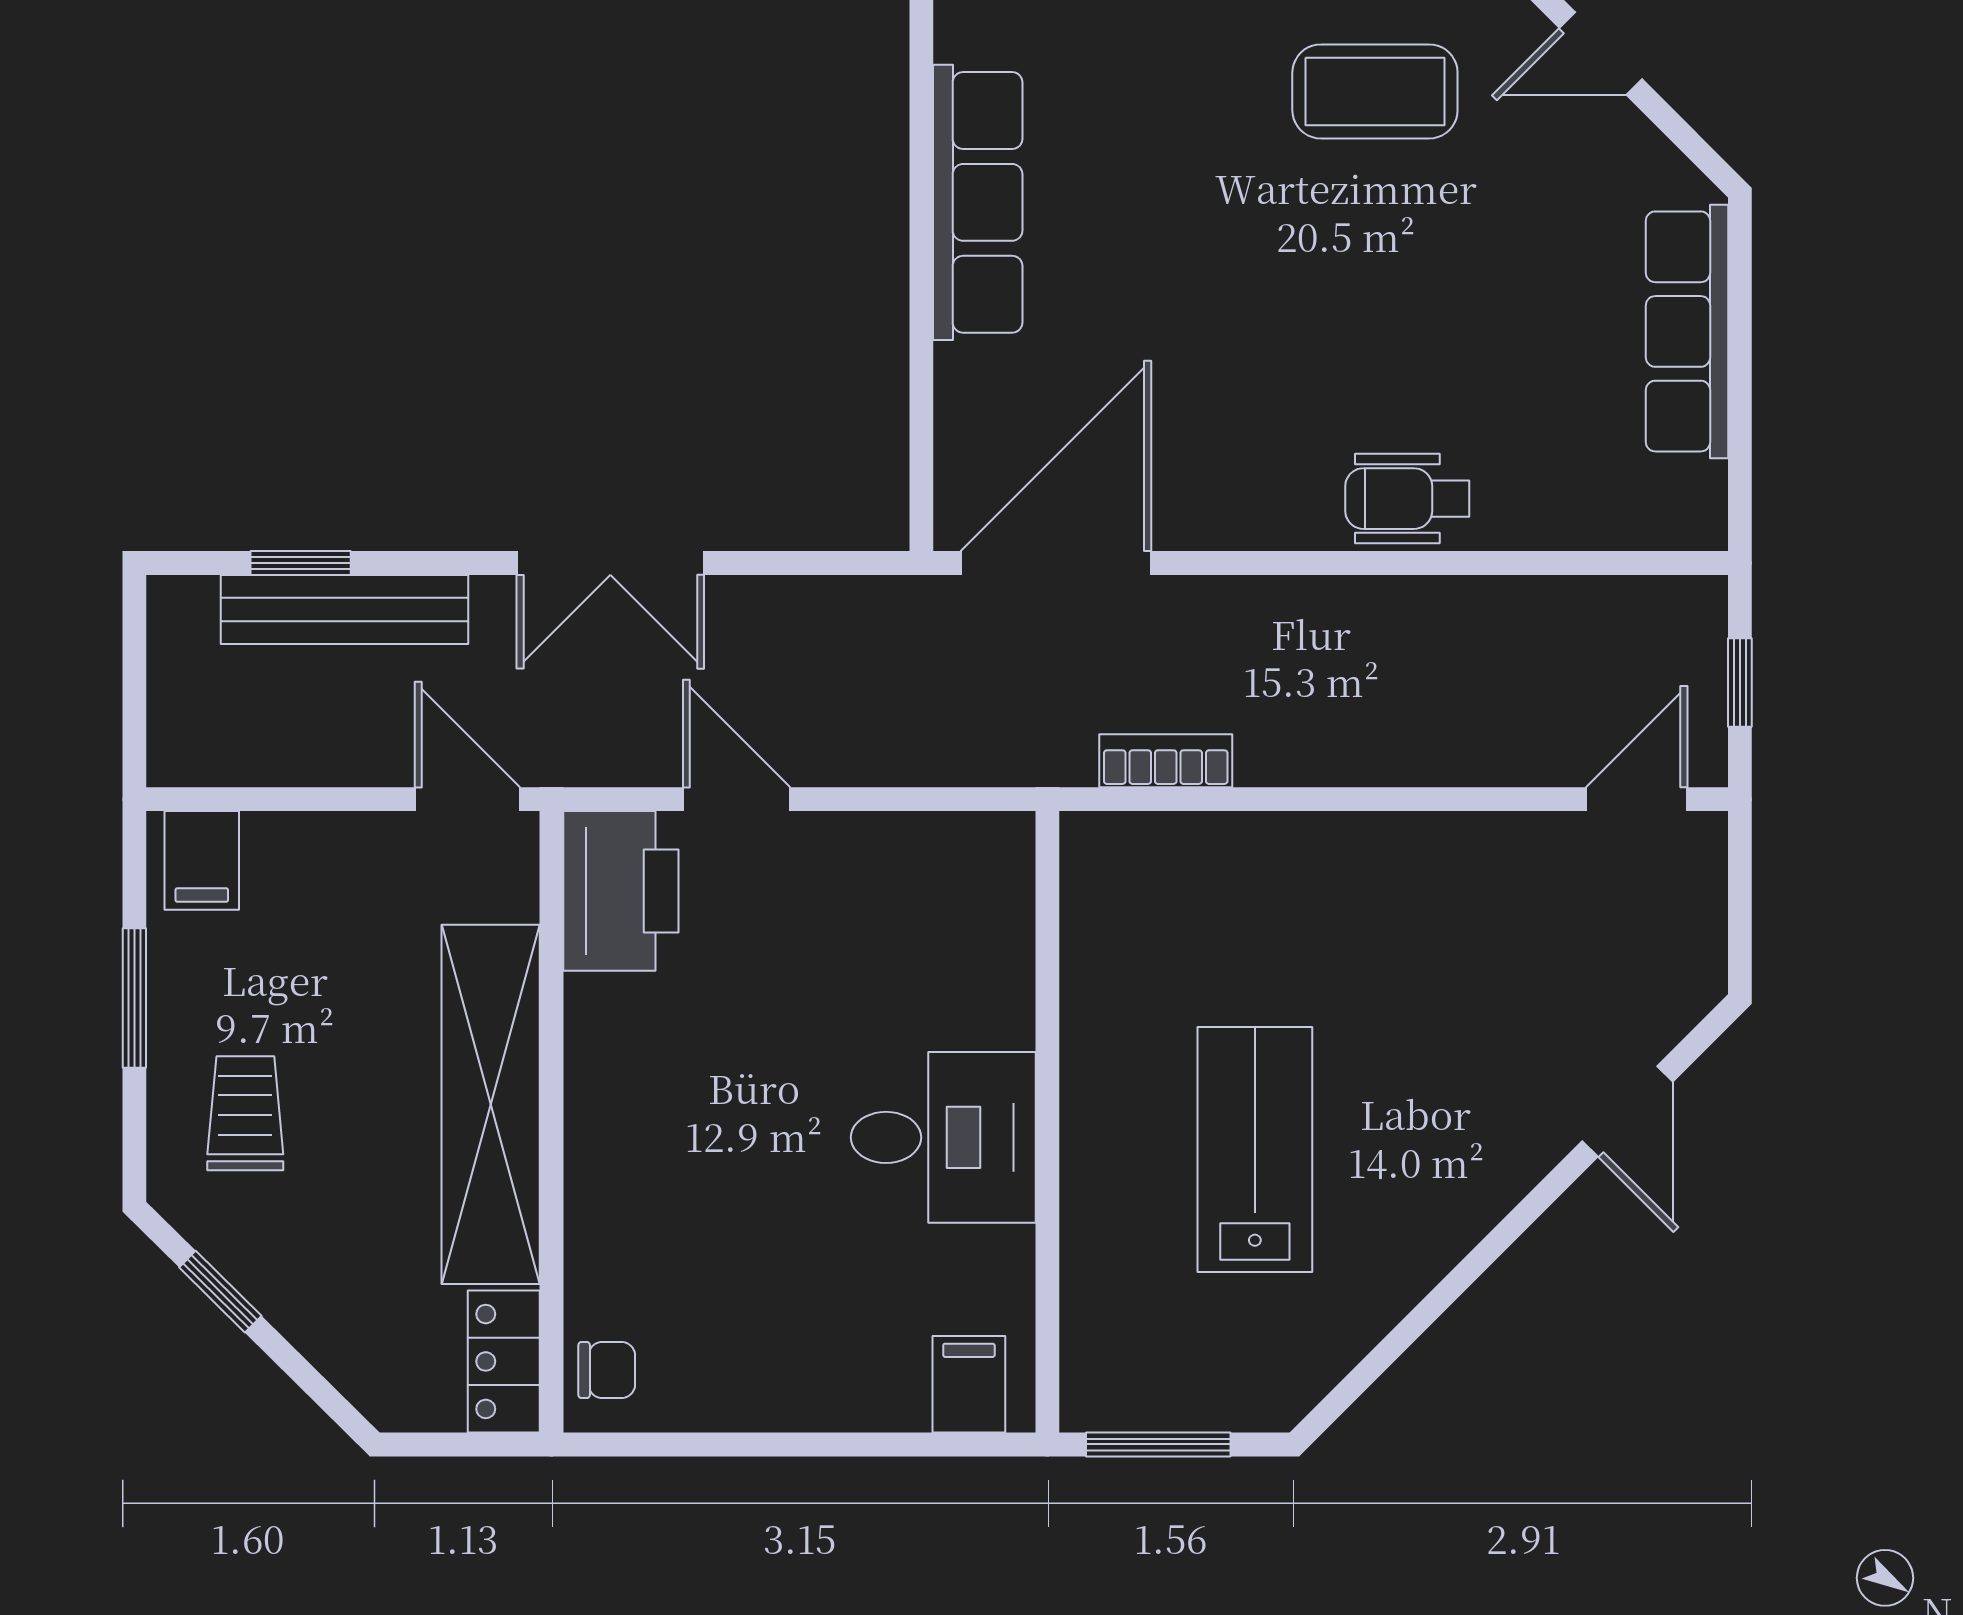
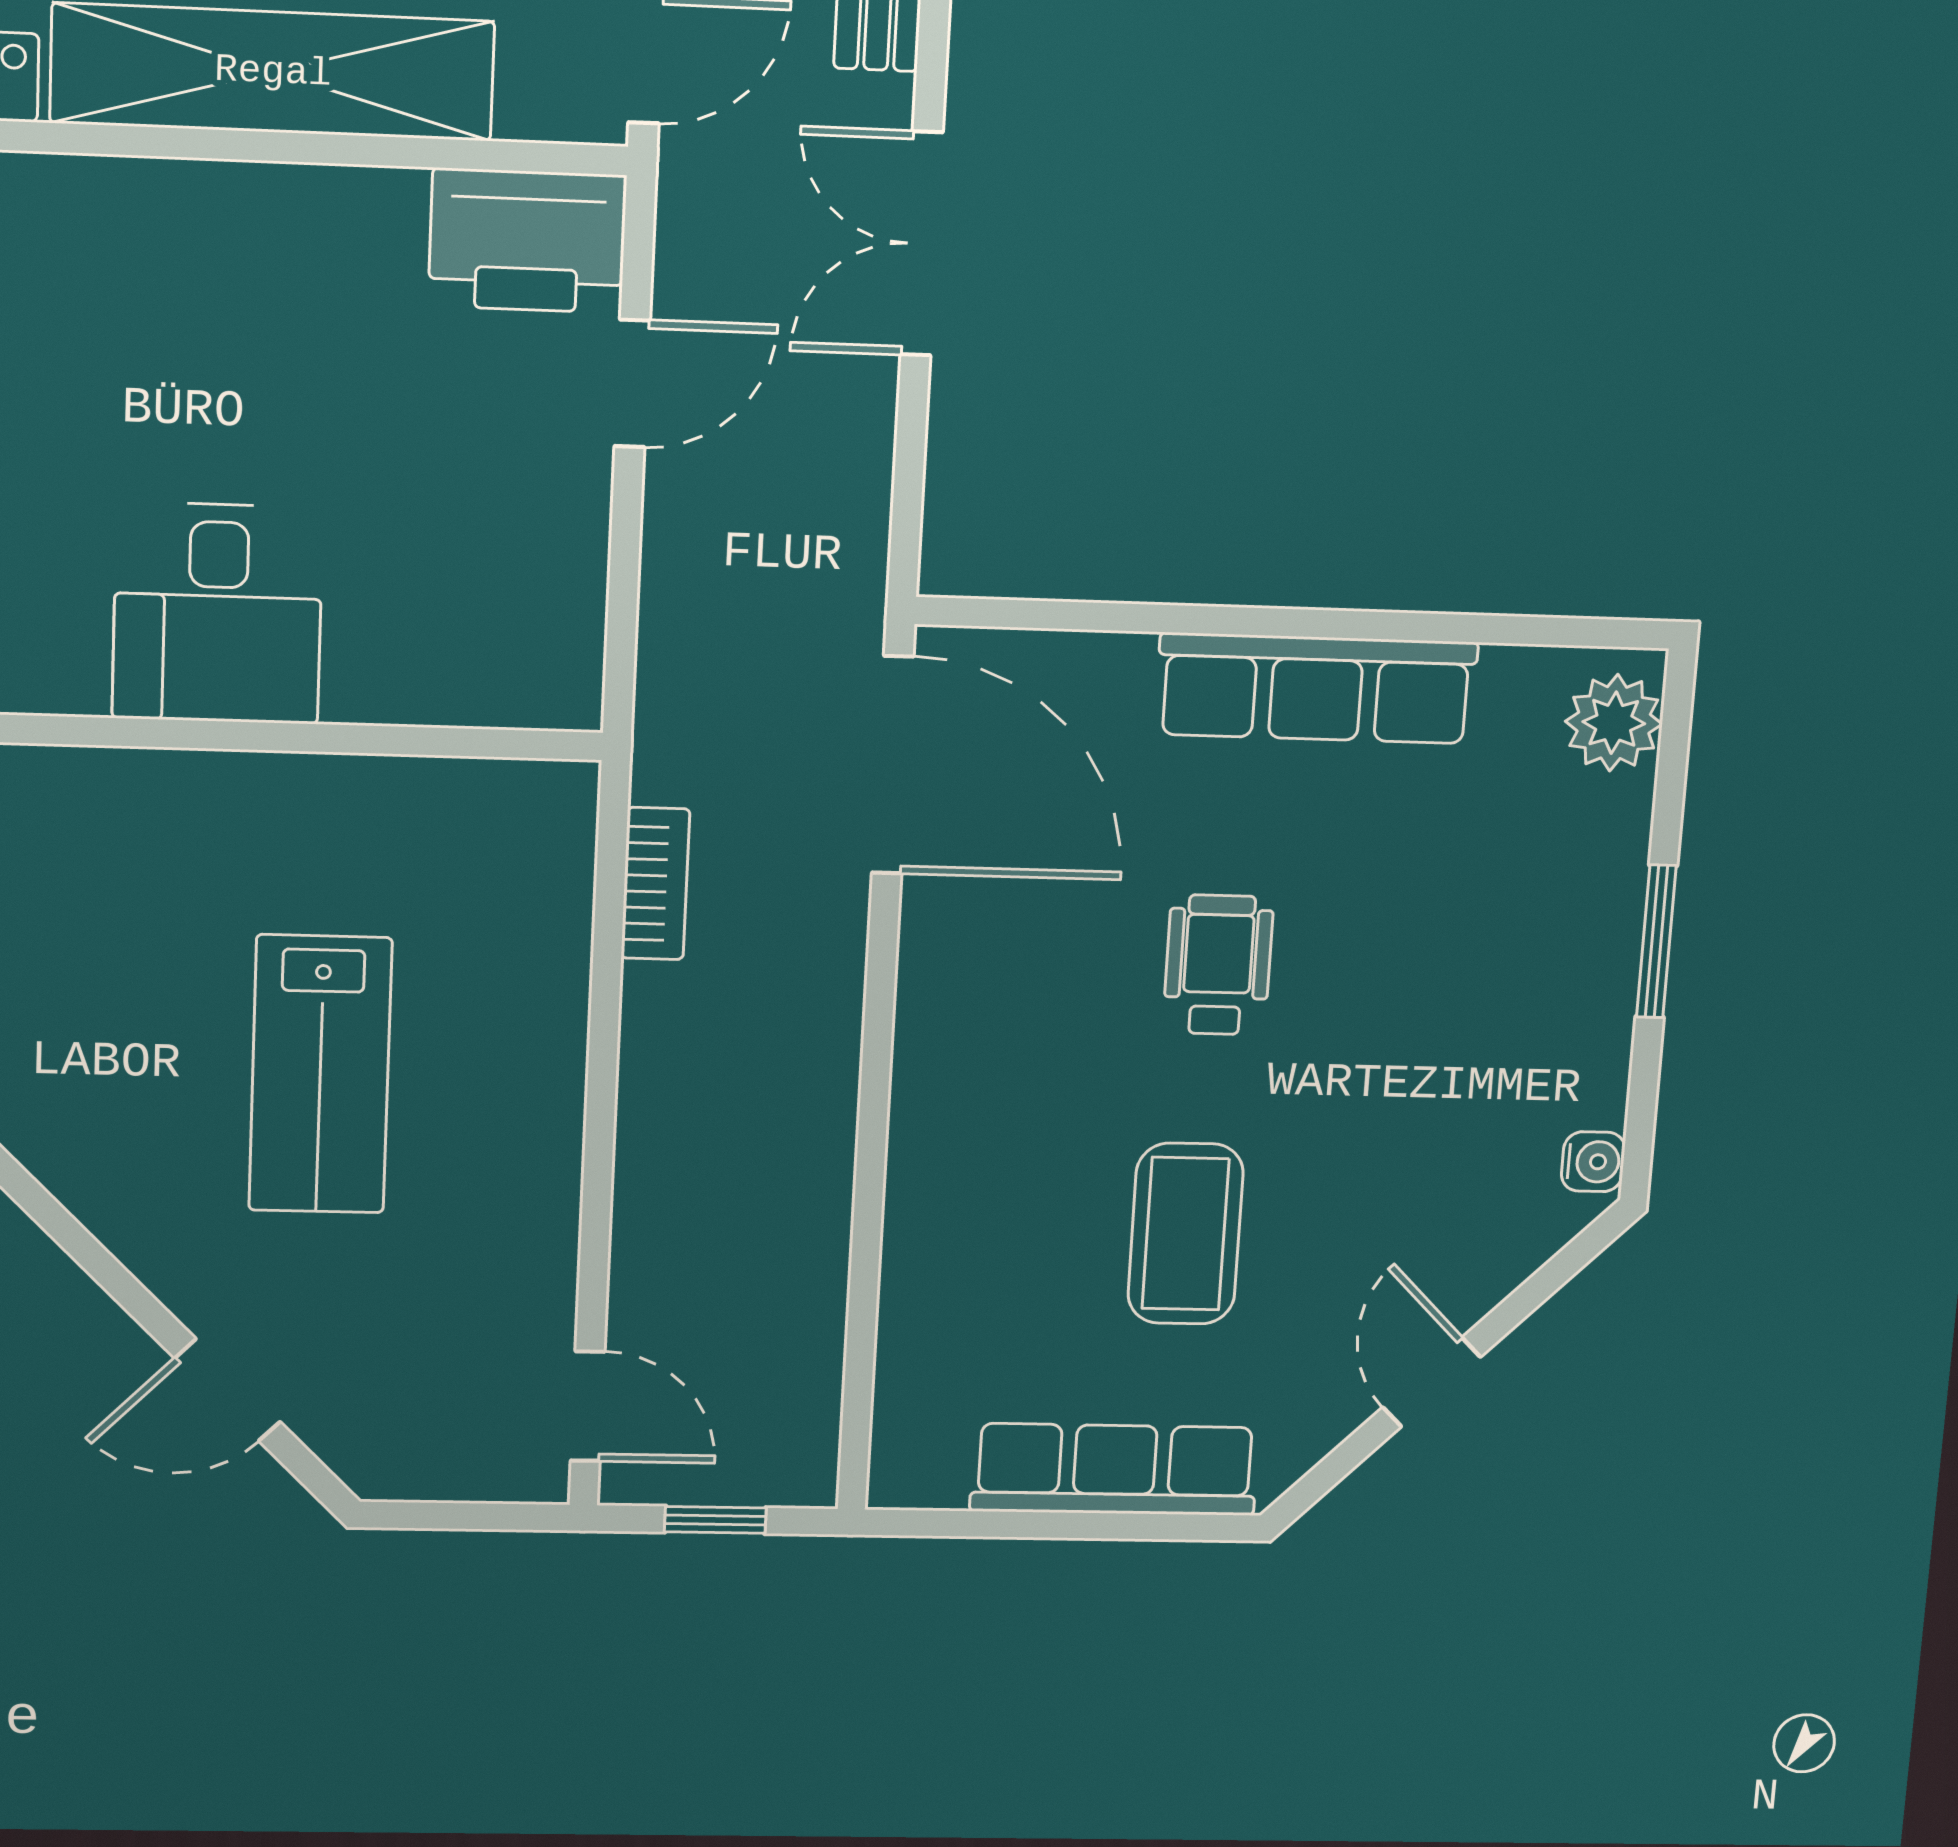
coffee table: (1375, 91) -> (1186, 1234), moved
wheelchair: (1407, 499) -> (1218, 965), moved
lab bench: (1255, 1150) -> (320, 1074), moved, turned 90

